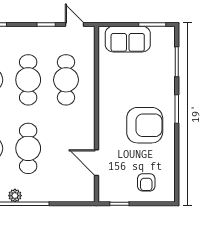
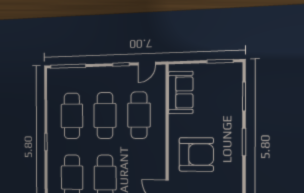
door: (75, 25) -> (147, 64), swing flipped
sofa: (128, 39) -> (181, 93), moved, turned -90
armchair: (145, 125) -> (196, 154), moved

